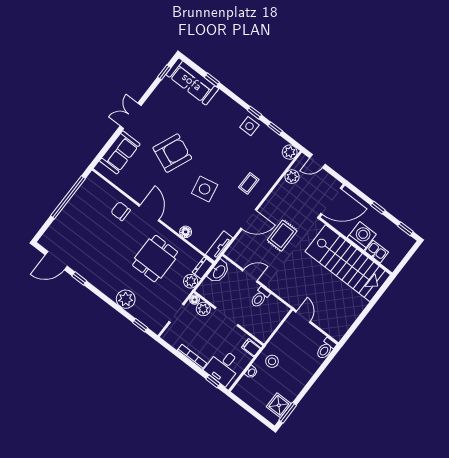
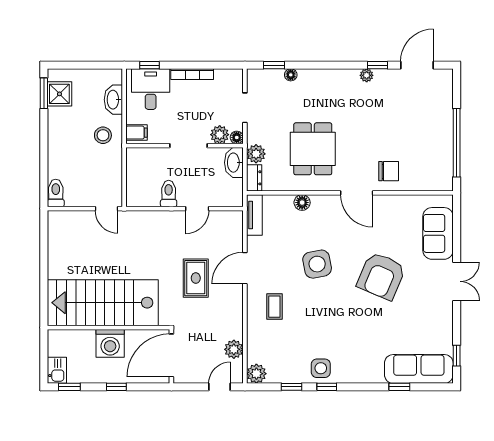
kitchen sink: (377, 252) -> (57, 370), moved, turned -90
washbasin: (219, 272) -> (234, 163), moved
plant: (126, 299) -> (367, 75), moved, width x0.53, depth x0.53
floor lamp: (135, 312) -> (291, 75), added
washbasin: (251, 372) -> (113, 100), width x1.91, depth x1.45

